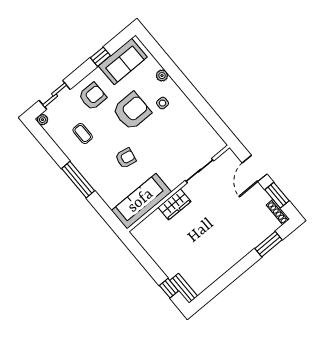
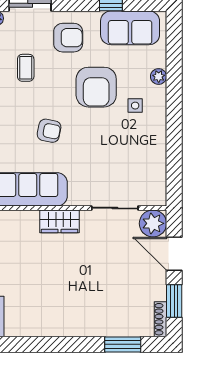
armchair: (132, 111) -> (96, 87), turned 90
plant: (228, 161) -> (153, 223), added
door: (255, 168) -> (174, 254), hinge flipped

